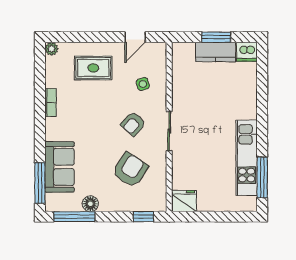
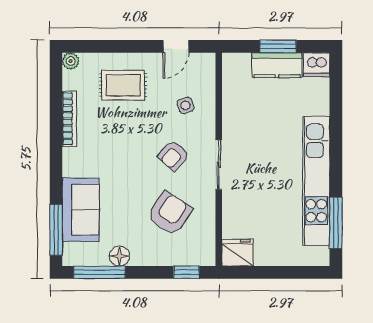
bookcase: (50, 103) -> (69, 119), width x1.56
kitchen unit: (247, 158) -> (316, 181), width x1.36

